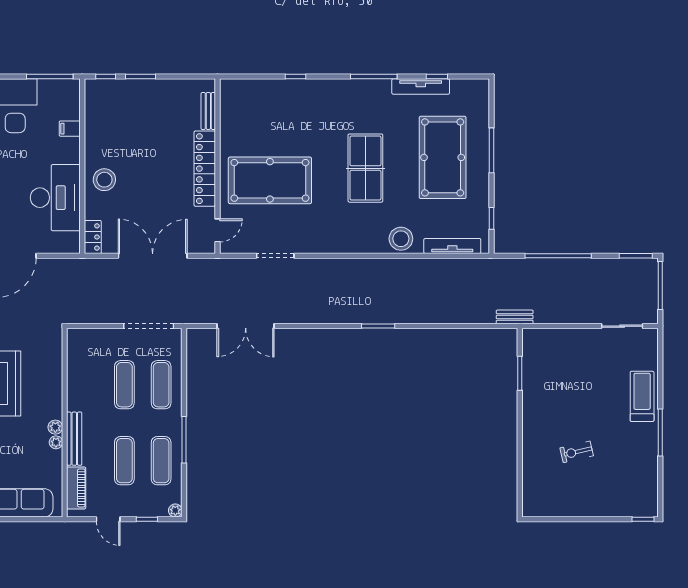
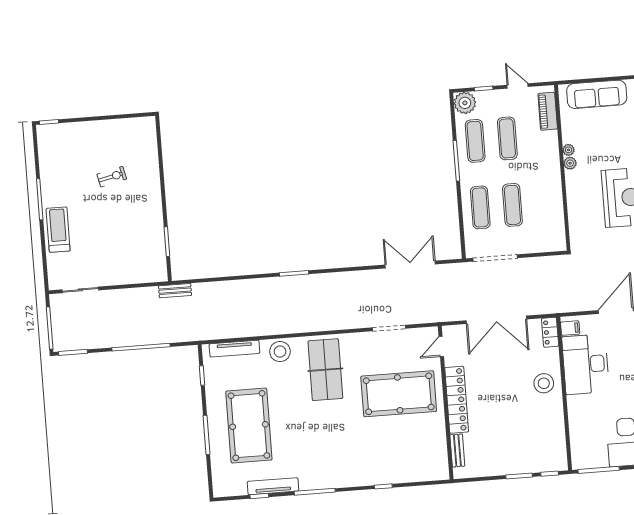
filing cabinet: (70, 129) -> (570, 328), moved
table tennis table: (365, 168) -> (325, 370), moved
treadmill: (642, 396) -> (58, 230), turned 180
bench: (74, 439) -> (553, 154), removed
plant: (175, 511) -> (465, 103), width x1.88, depth x1.88

